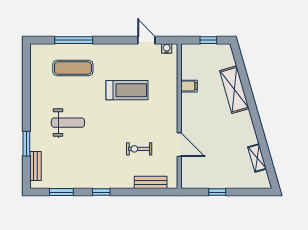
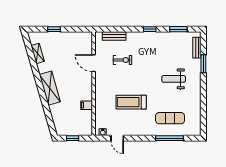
shelving: (234, 90) -> (50, 88), moved
window: (217, 192) -> (54, 29), moved

